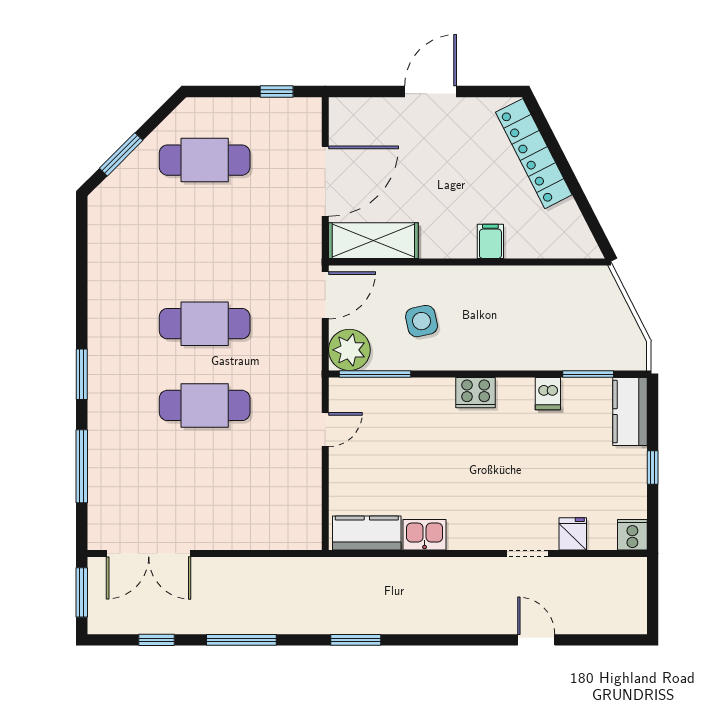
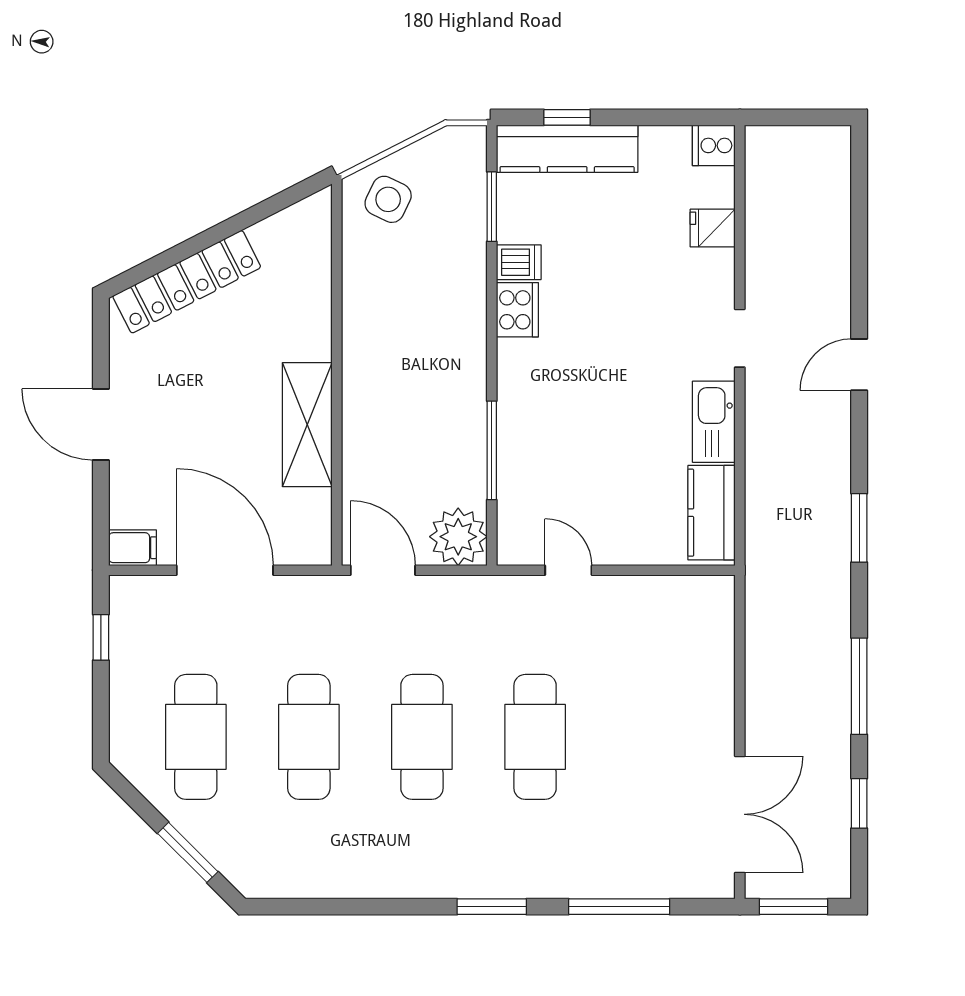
shelving: (373, 241) -> (307, 425), moved
filing cabinet: (490, 241) -> (133, 548), moved, turned 180
cafe table: (205, 242) -> (309, 737), added
side table: (422, 321) -> (388, 199), moved, turned 38
window: (375, 374) -> (492, 450), moved
cooker: (476, 393) -> (517, 310), moved
kitchen counter: (630, 412) -> (567, 149), width x1.50
window: (653, 468) -> (567, 117), moved
kitchen sink: (425, 535) -> (714, 422), width x1.38
doorway: (527, 554) -> (740, 338), moved
door: (536, 640) -> (859, 365), moved

